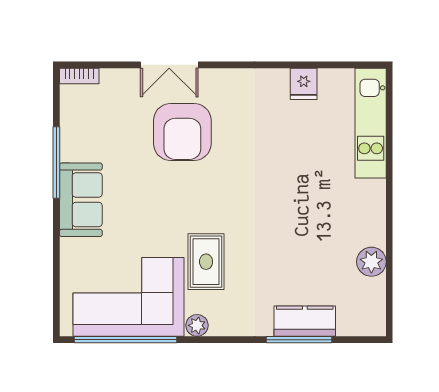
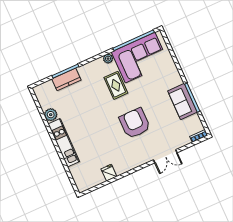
double door: (169, 65) -> (165, 156), swing flipped
kitchen unit: (371, 123) -> (64, 143), moved
armchair: (182, 132) -> (135, 123), moved
sofa: (81, 200) -> (182, 101), moved

